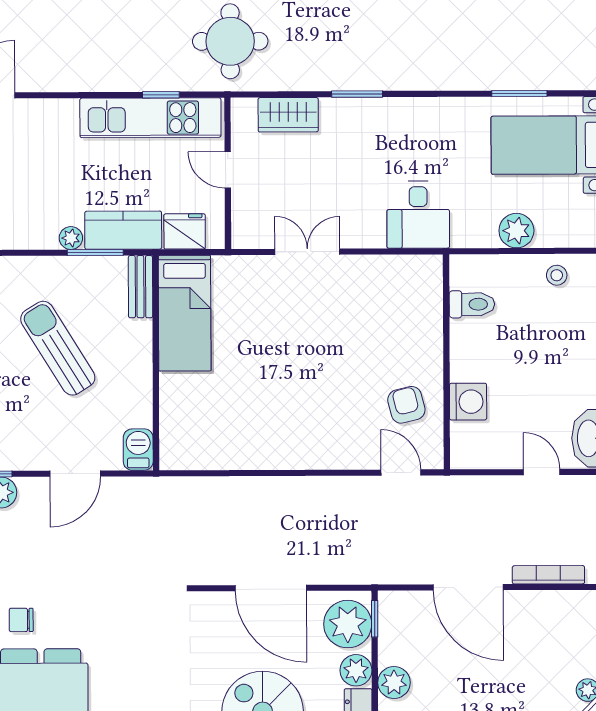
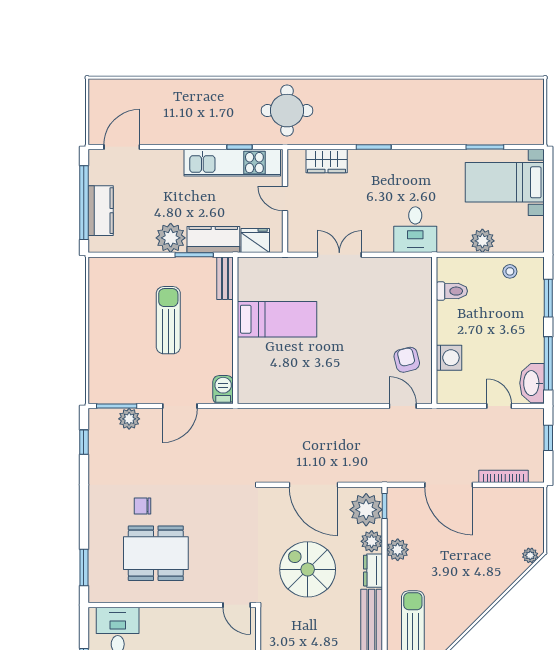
plant: (71, 238) -> (171, 238), width x1.87, depth x1.87
bed: (185, 313) -> (277, 319), moved, turned -90
sun lounger: (58, 348) -> (168, 320), turned 32

